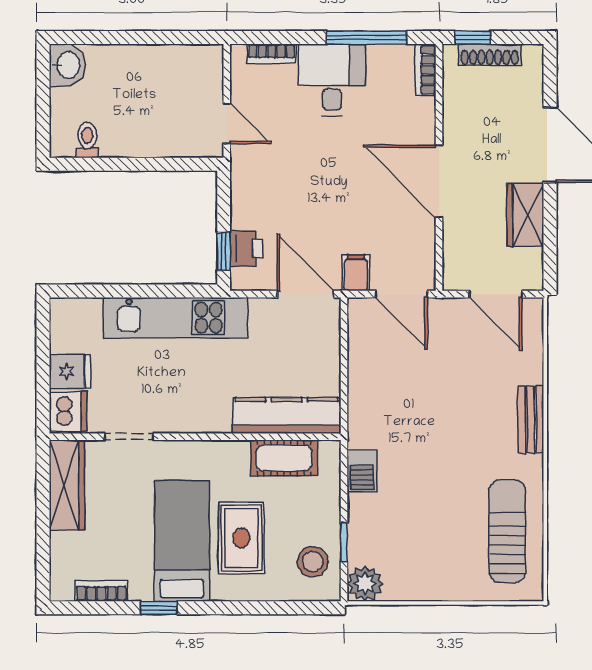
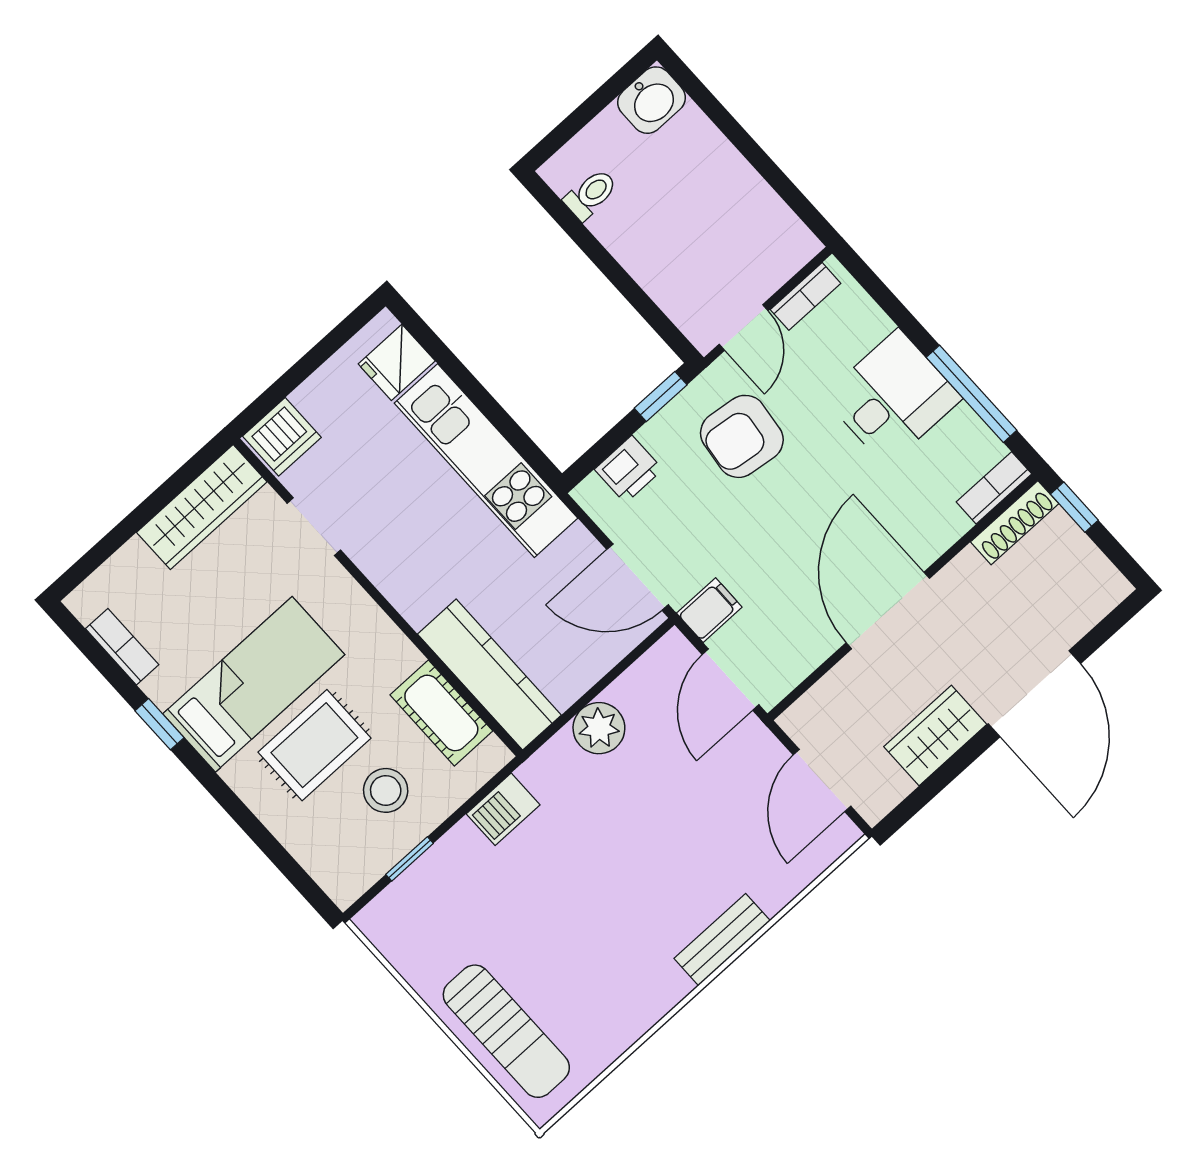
bookcase: (272, 54) -> (806, 296), moved, turned -90
shoe rack: (490, 55) -> (1015, 523), moved, turned -90
armchair: (282, 175) -> (742, 436), added
window: (224, 251) -> (661, 397), moved
door: (305, 294) -> (638, 577), swing flipped
fridge: (70, 372) -> (397, 362), moved, turned 90
sun lounger: (507, 531) -> (506, 1031), moved, turned 90
stool: (313, 562) -> (386, 790), moved
plant: (365, 584) -> (599, 728), moved

